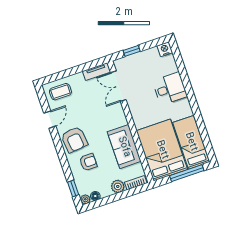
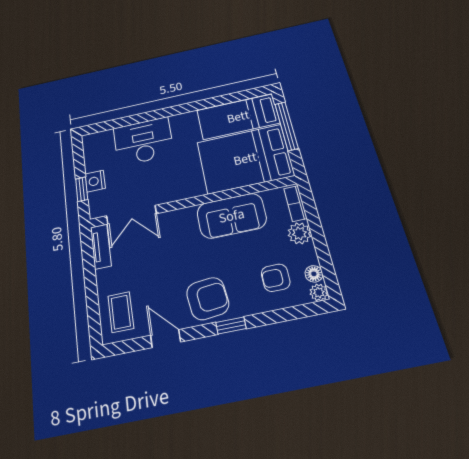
nightstand: (165, 49) -> (95, 181), moved
desk: (170, 89) -> (143, 141), width x1.37
armchair: (88, 162) -> (276, 278), moved, turned -90
window: (73, 188) -> (231, 325), moved

